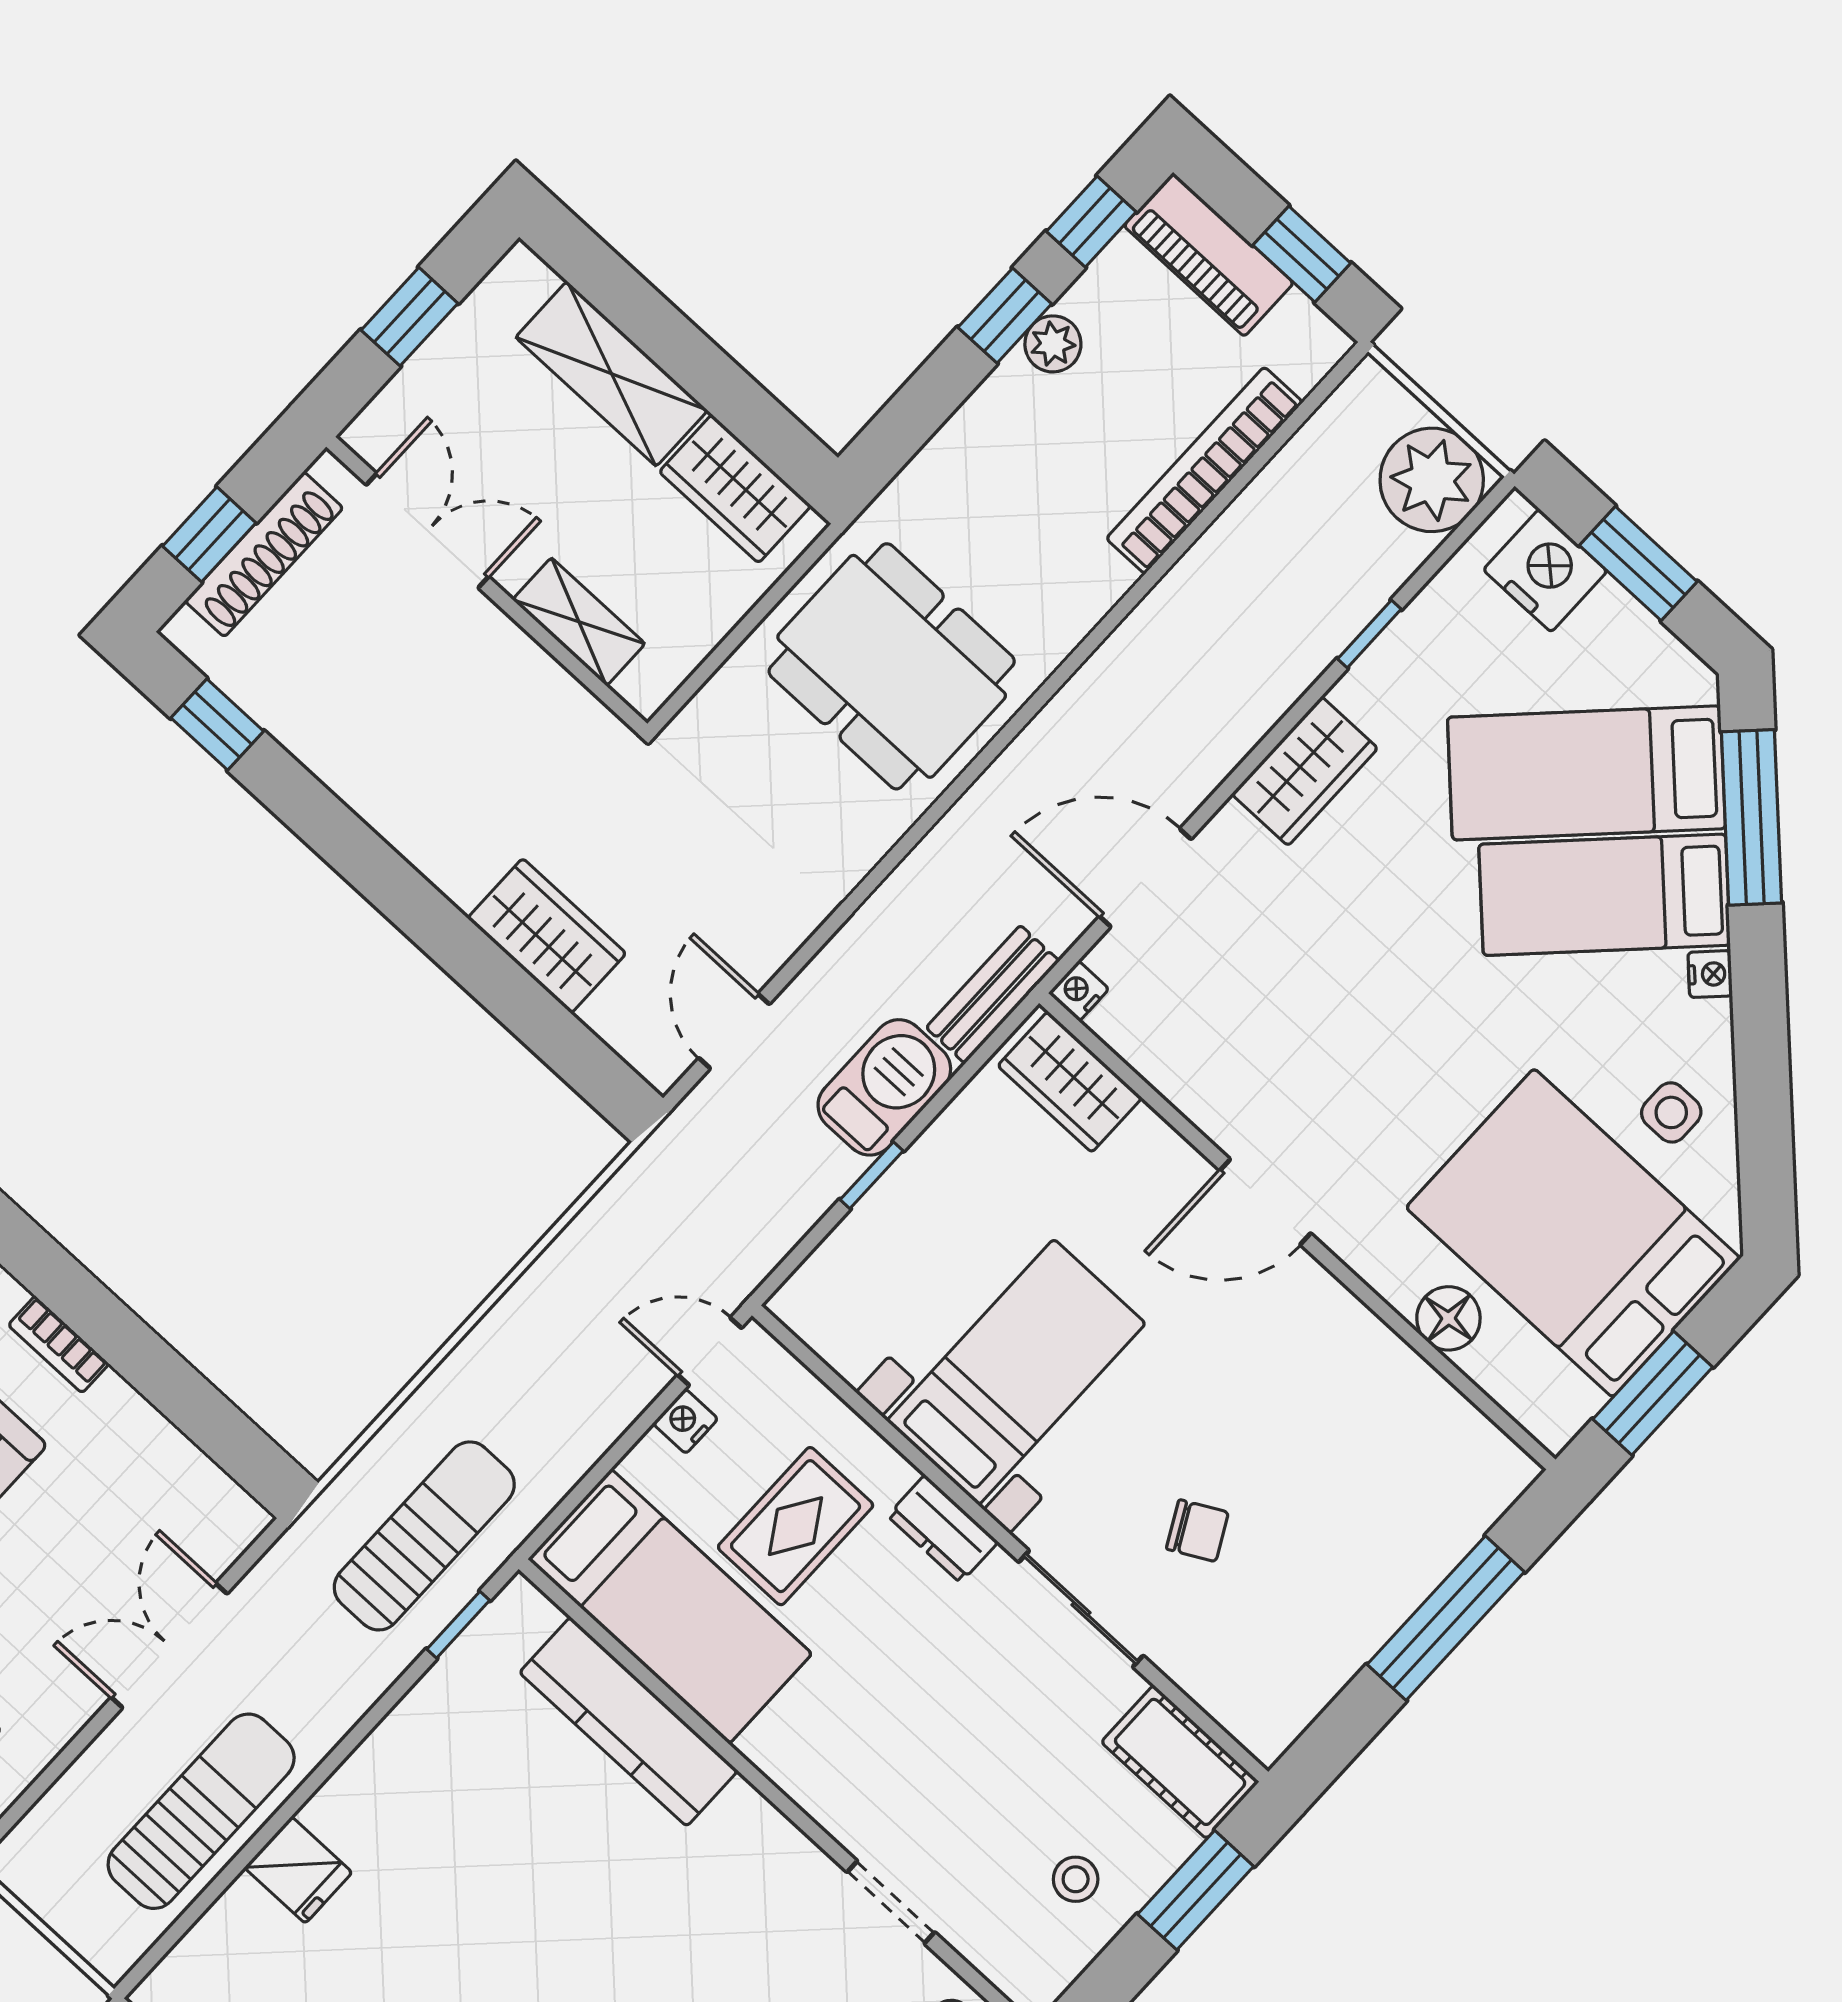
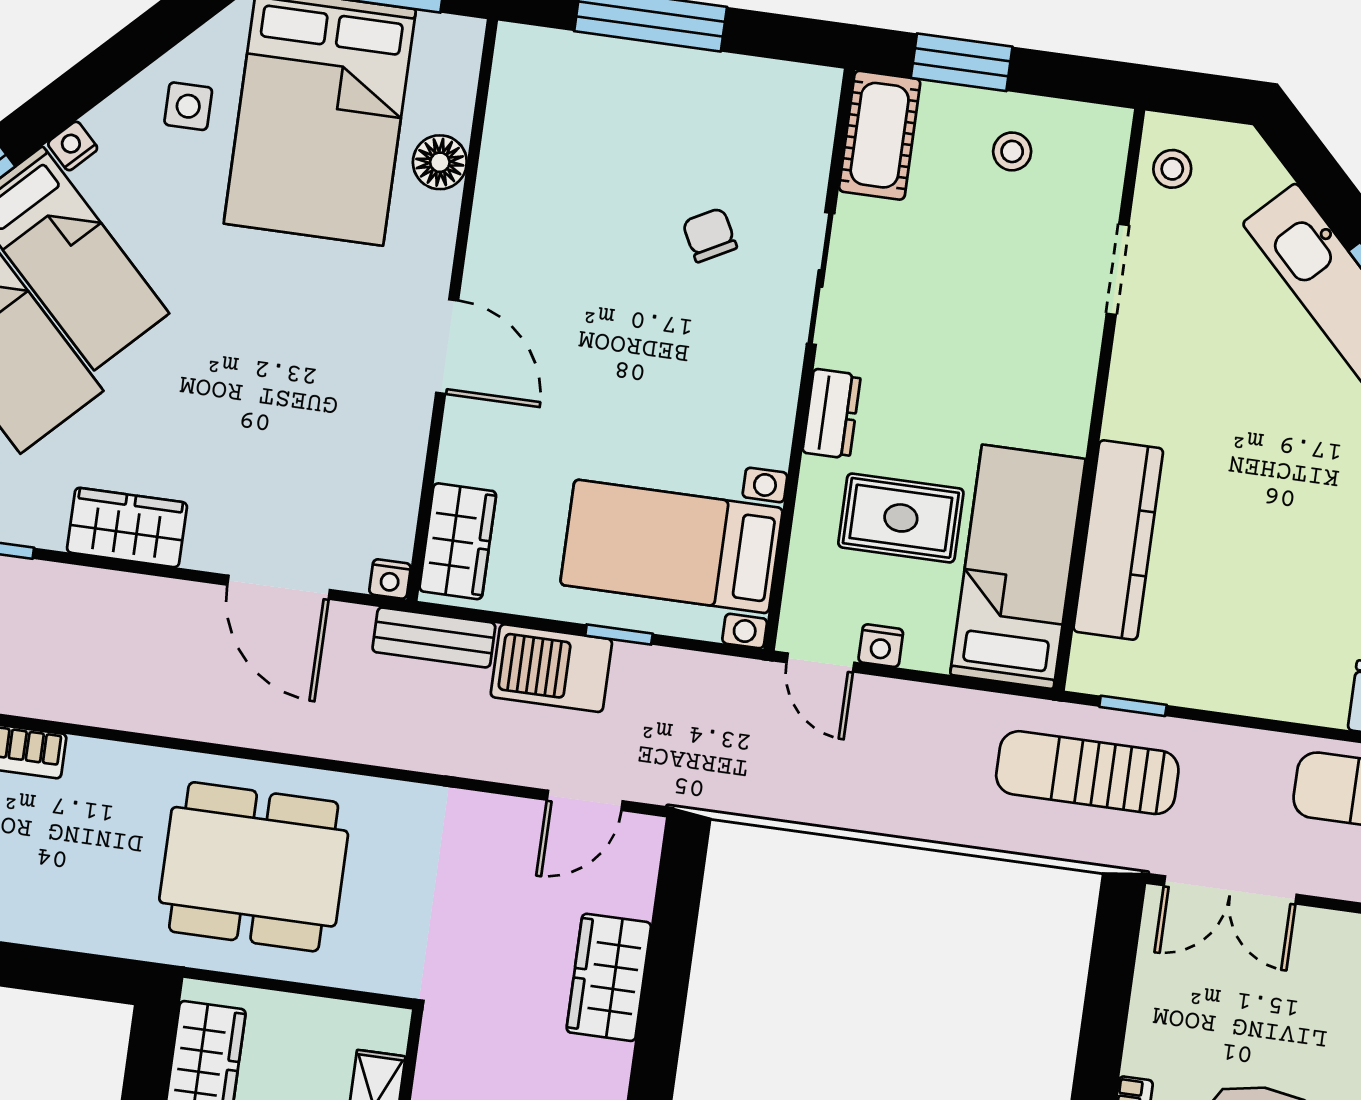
dining table: (892, 666) -> (254, 867), turned 90
bed with nightstands: (1016, 1372) -> (672, 546), moved
double door: (169, 1645) -> (1230, 890), moved

